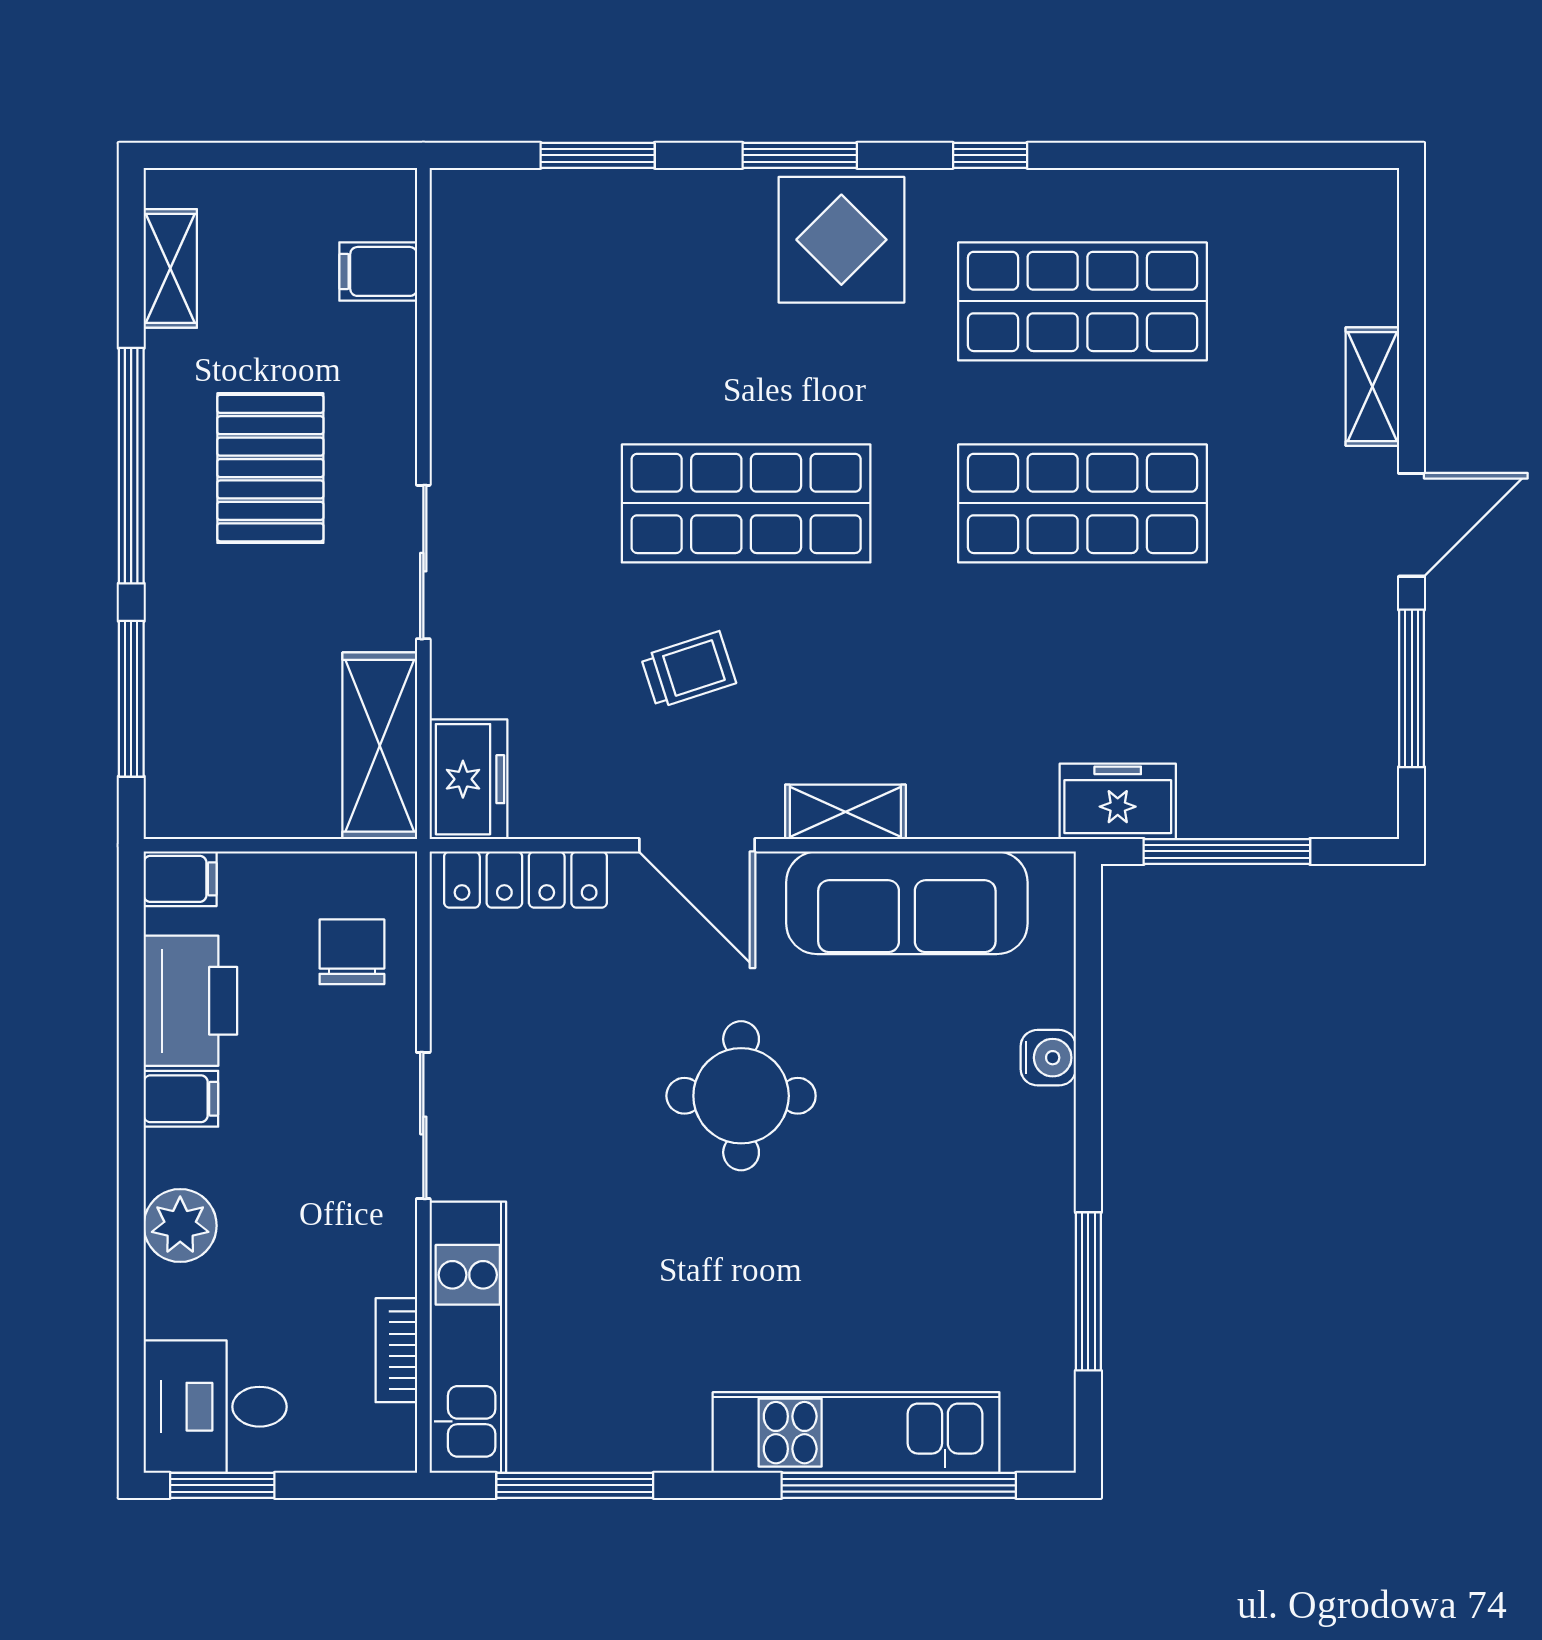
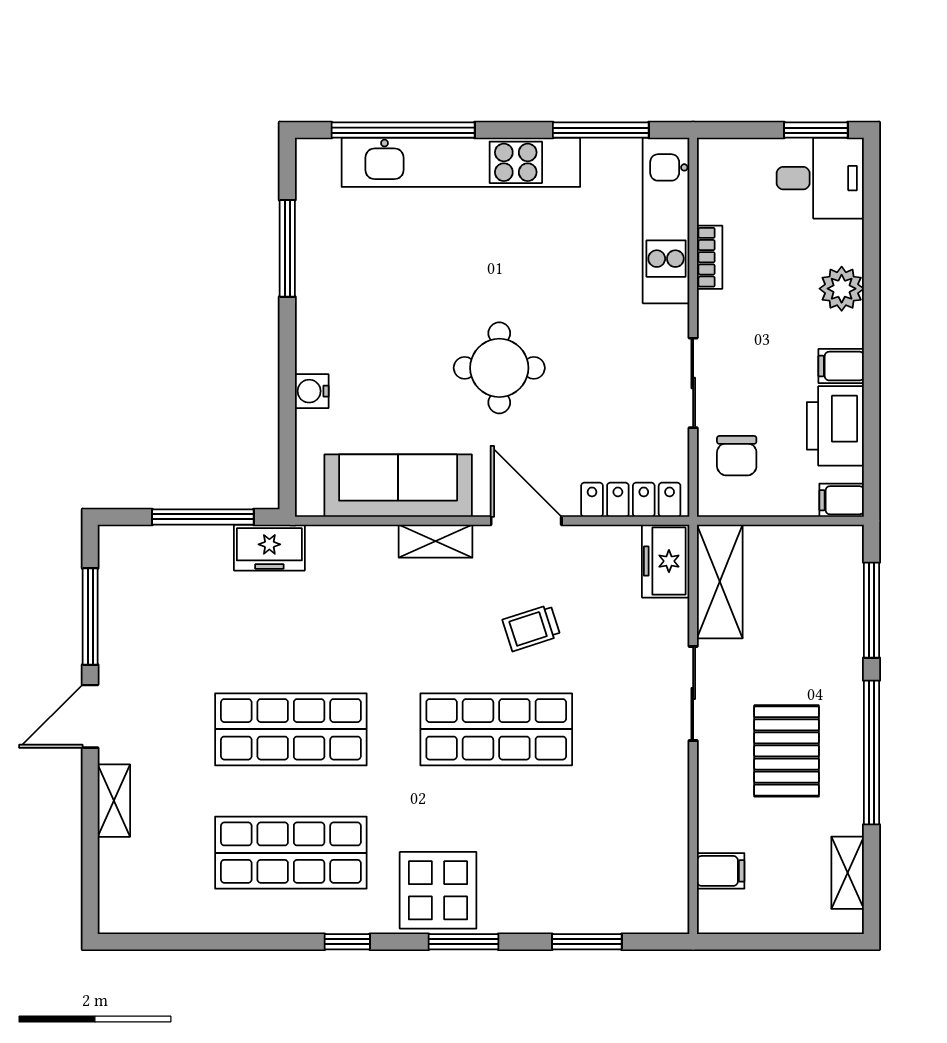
sliding door: (423, 1126) -> (693, 383), moved
bookcase: (396, 1350) -> (710, 257), moved
kitchen unit: (856, 1433) -> (461, 162), width x1.36

